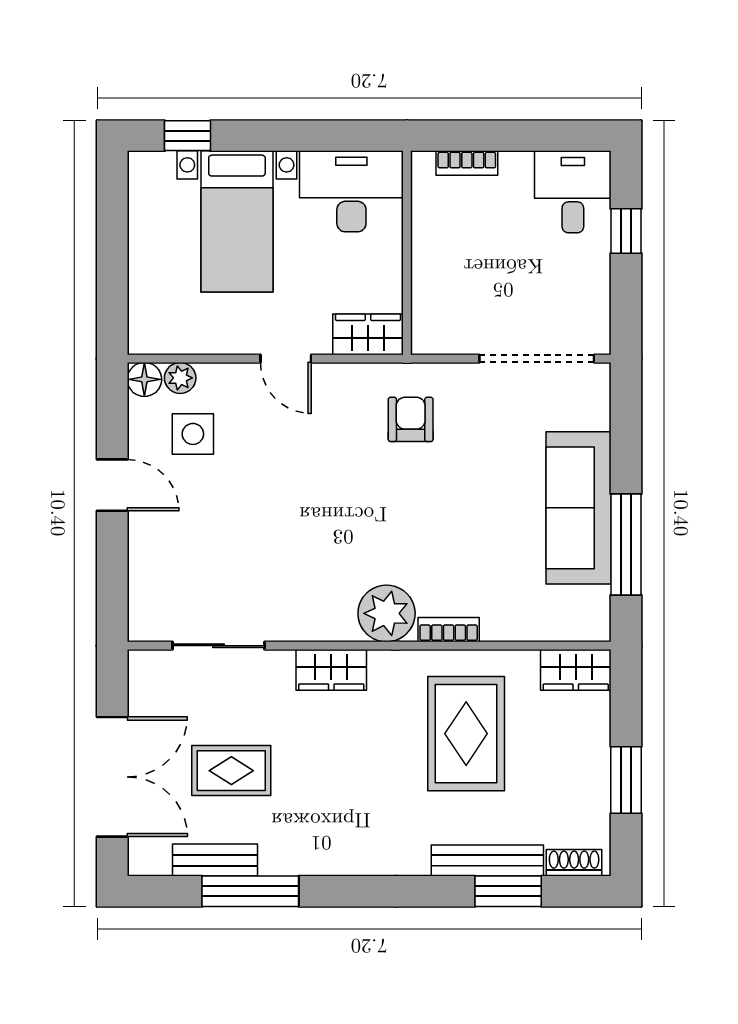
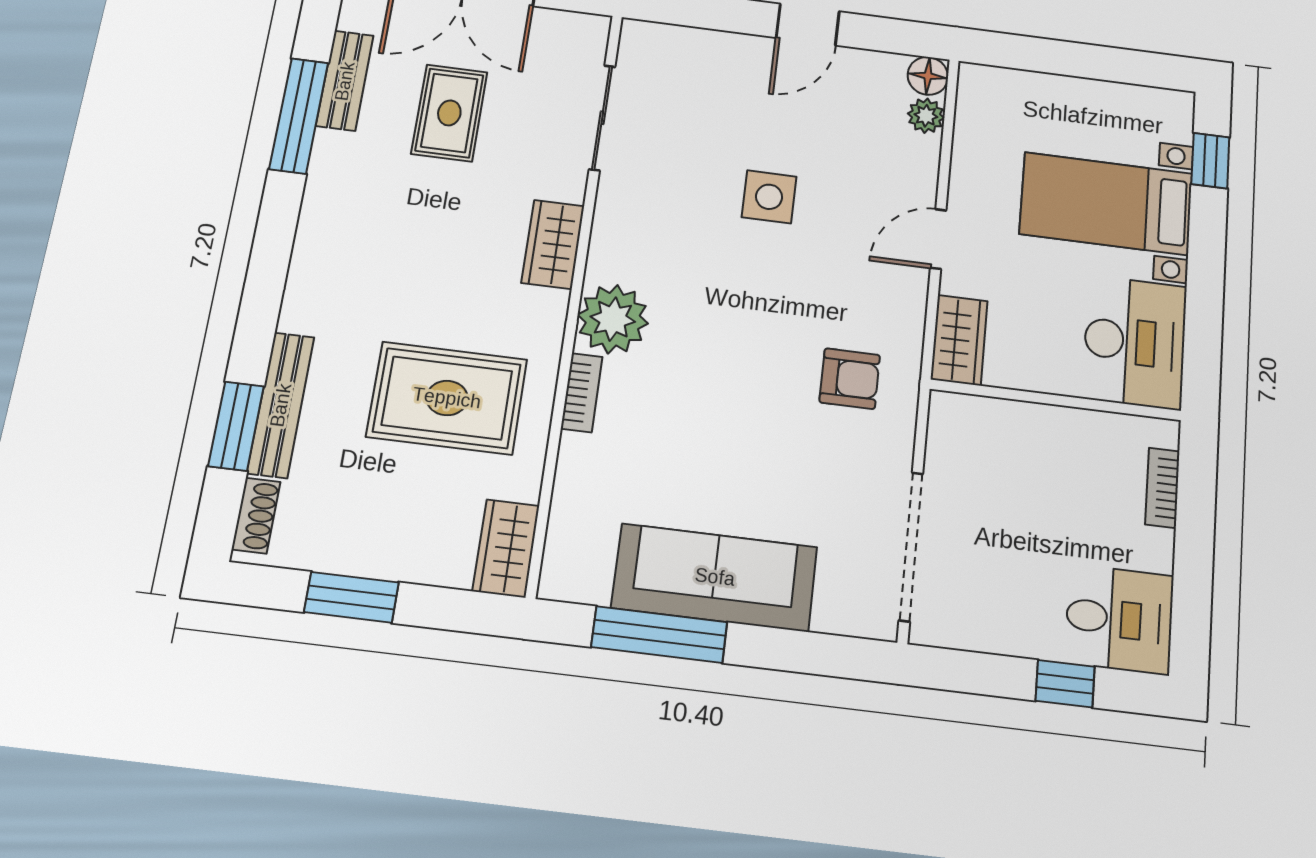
side table: (193, 434) -> (769, 197), moved

